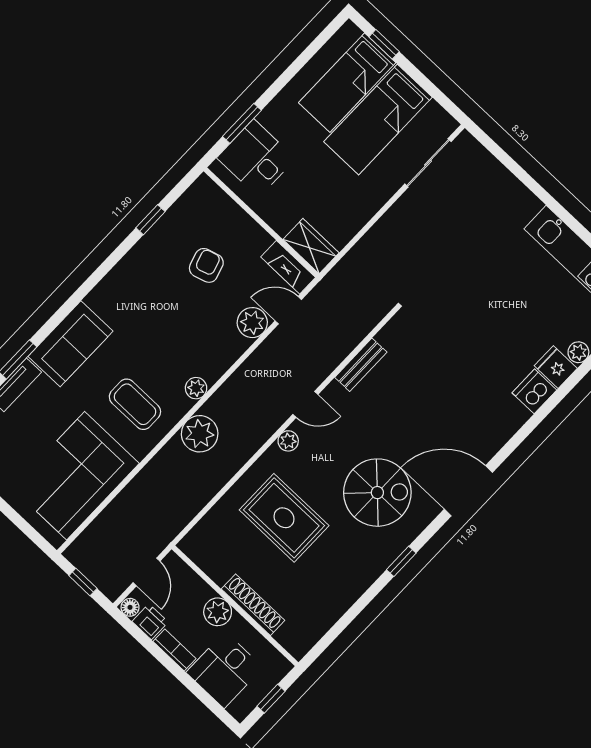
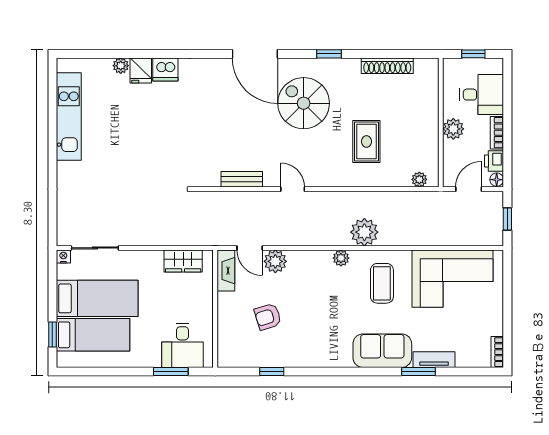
nightstand: (448, 125) -> (63, 257), added
wardrobe: (311, 246) -> (183, 261), moved, turned -90
plant: (288, 441) -> (419, 179), moved
rug: (284, 518) -> (366, 142), width x0.73, depth x0.70
shoe rack: (253, 605) -> (387, 66), moved, turned -90

